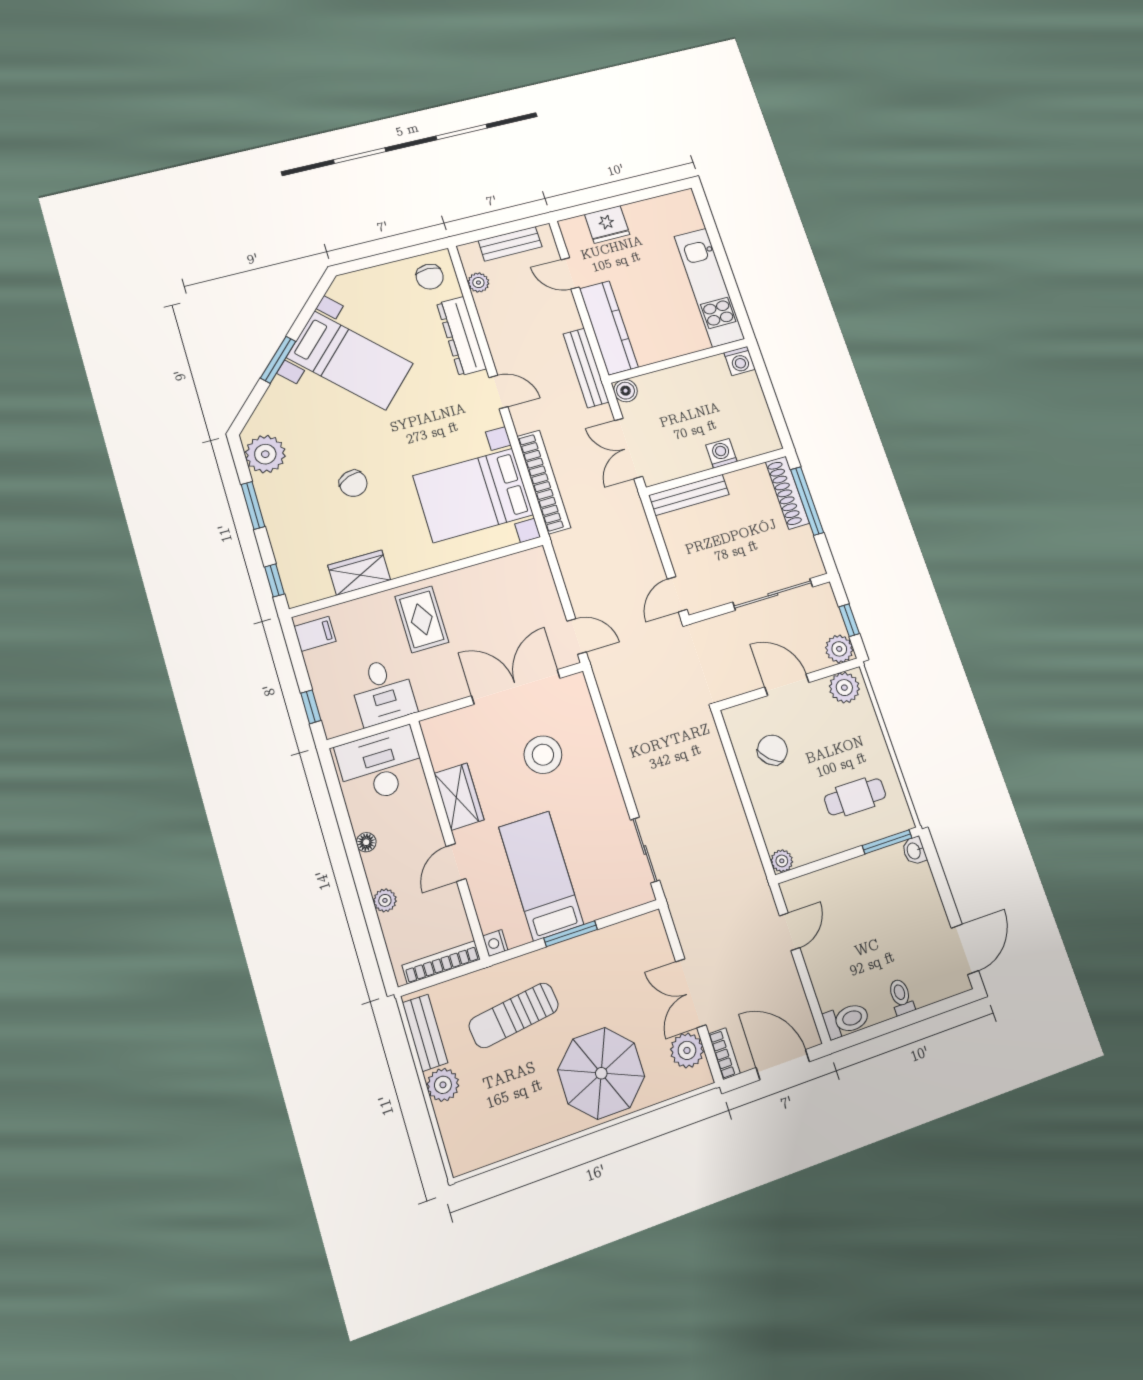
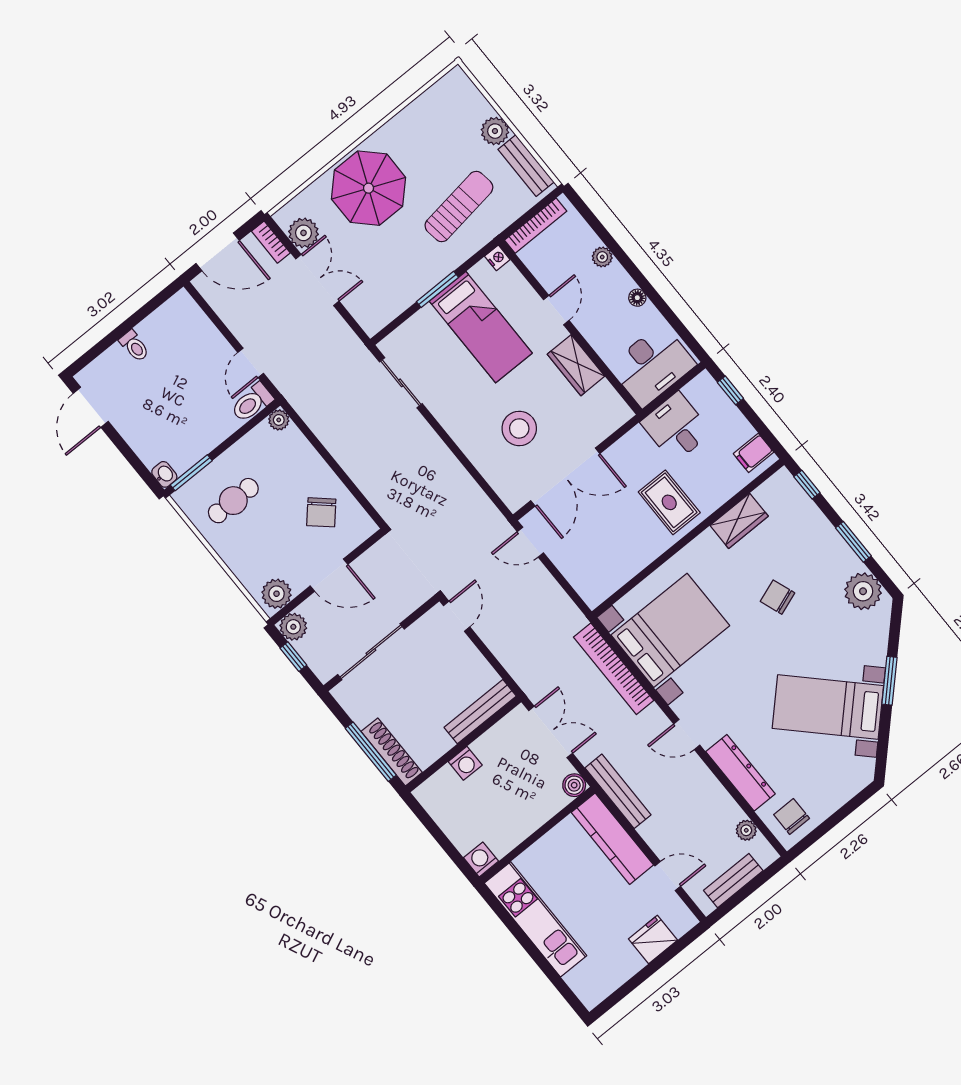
toilet: (846, 1020) -> (252, 403), moved

